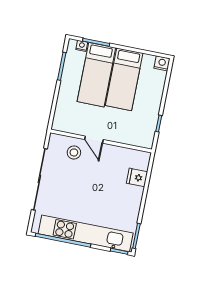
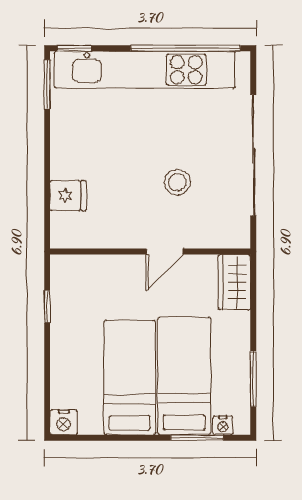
wardrobe: (62, 117) -> (234, 282), added
door: (94, 140) -> (164, 252), swing flipped
stool: (74, 152) -> (177, 182), moved

